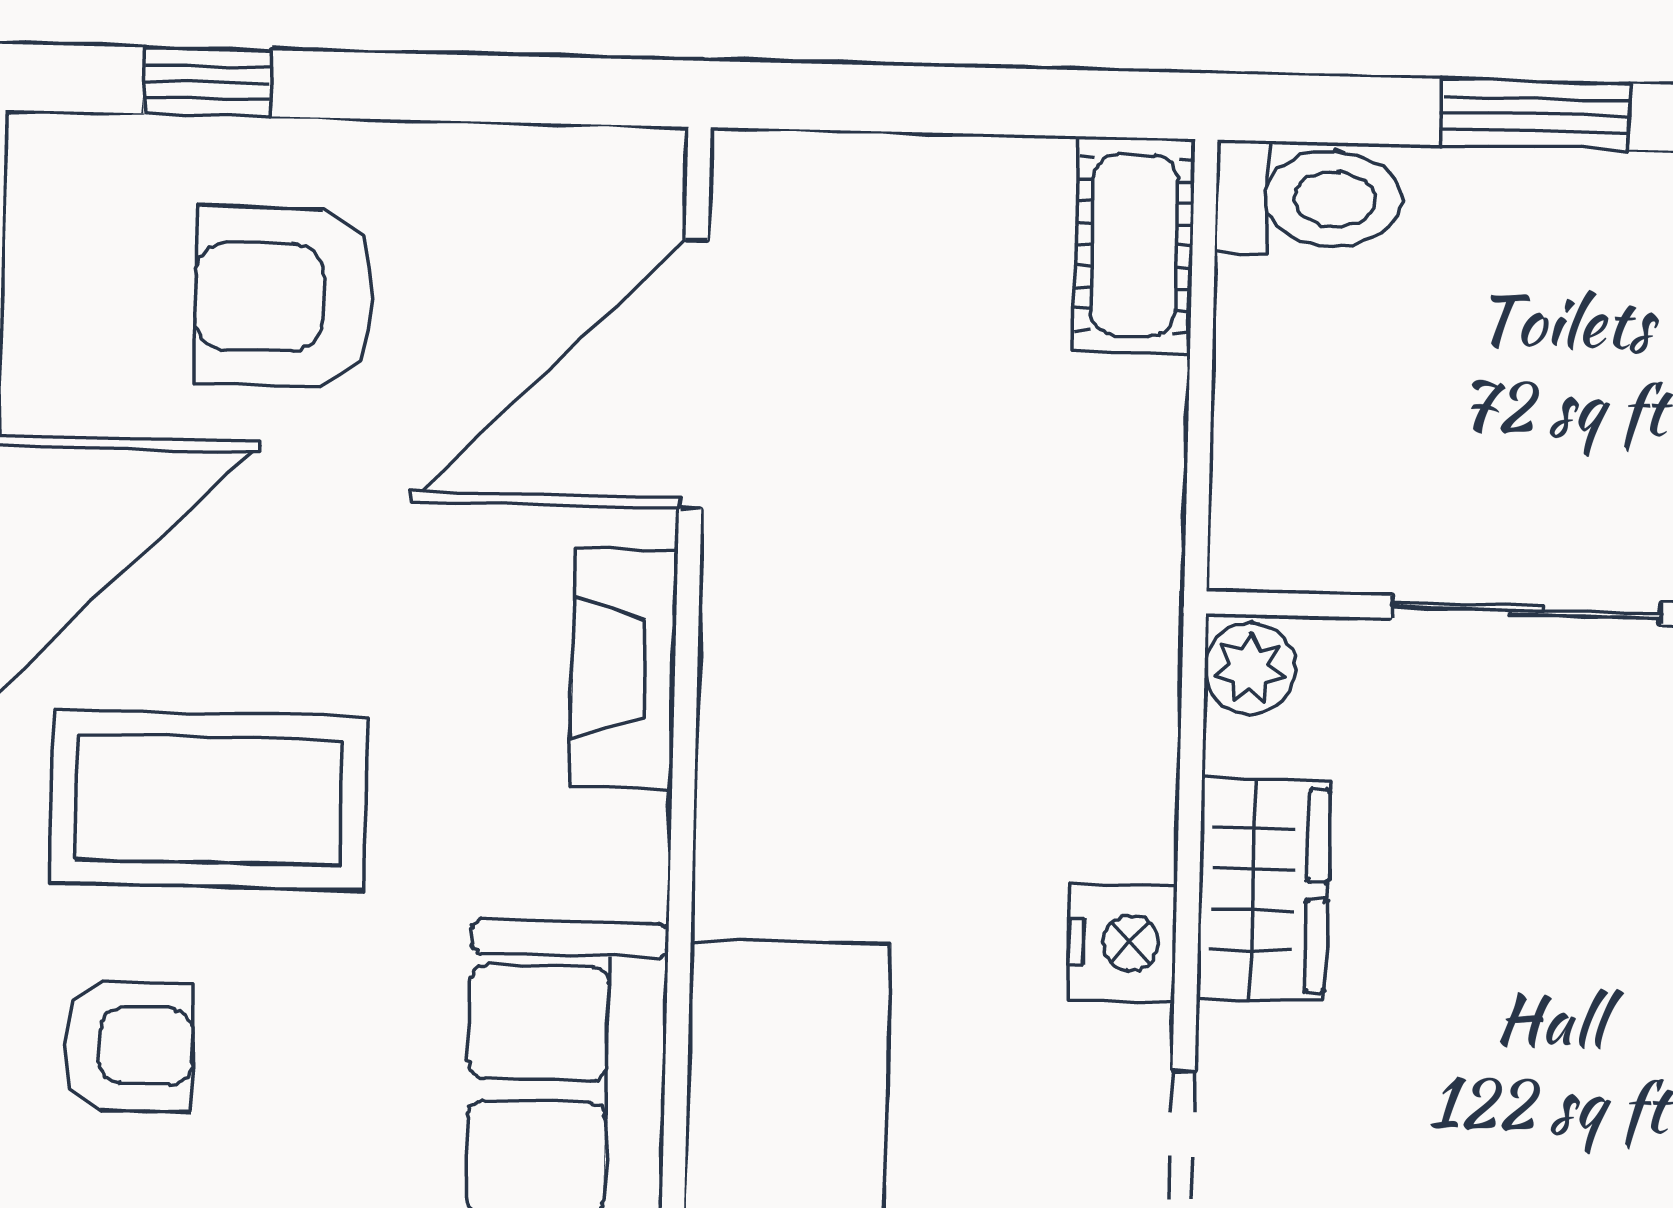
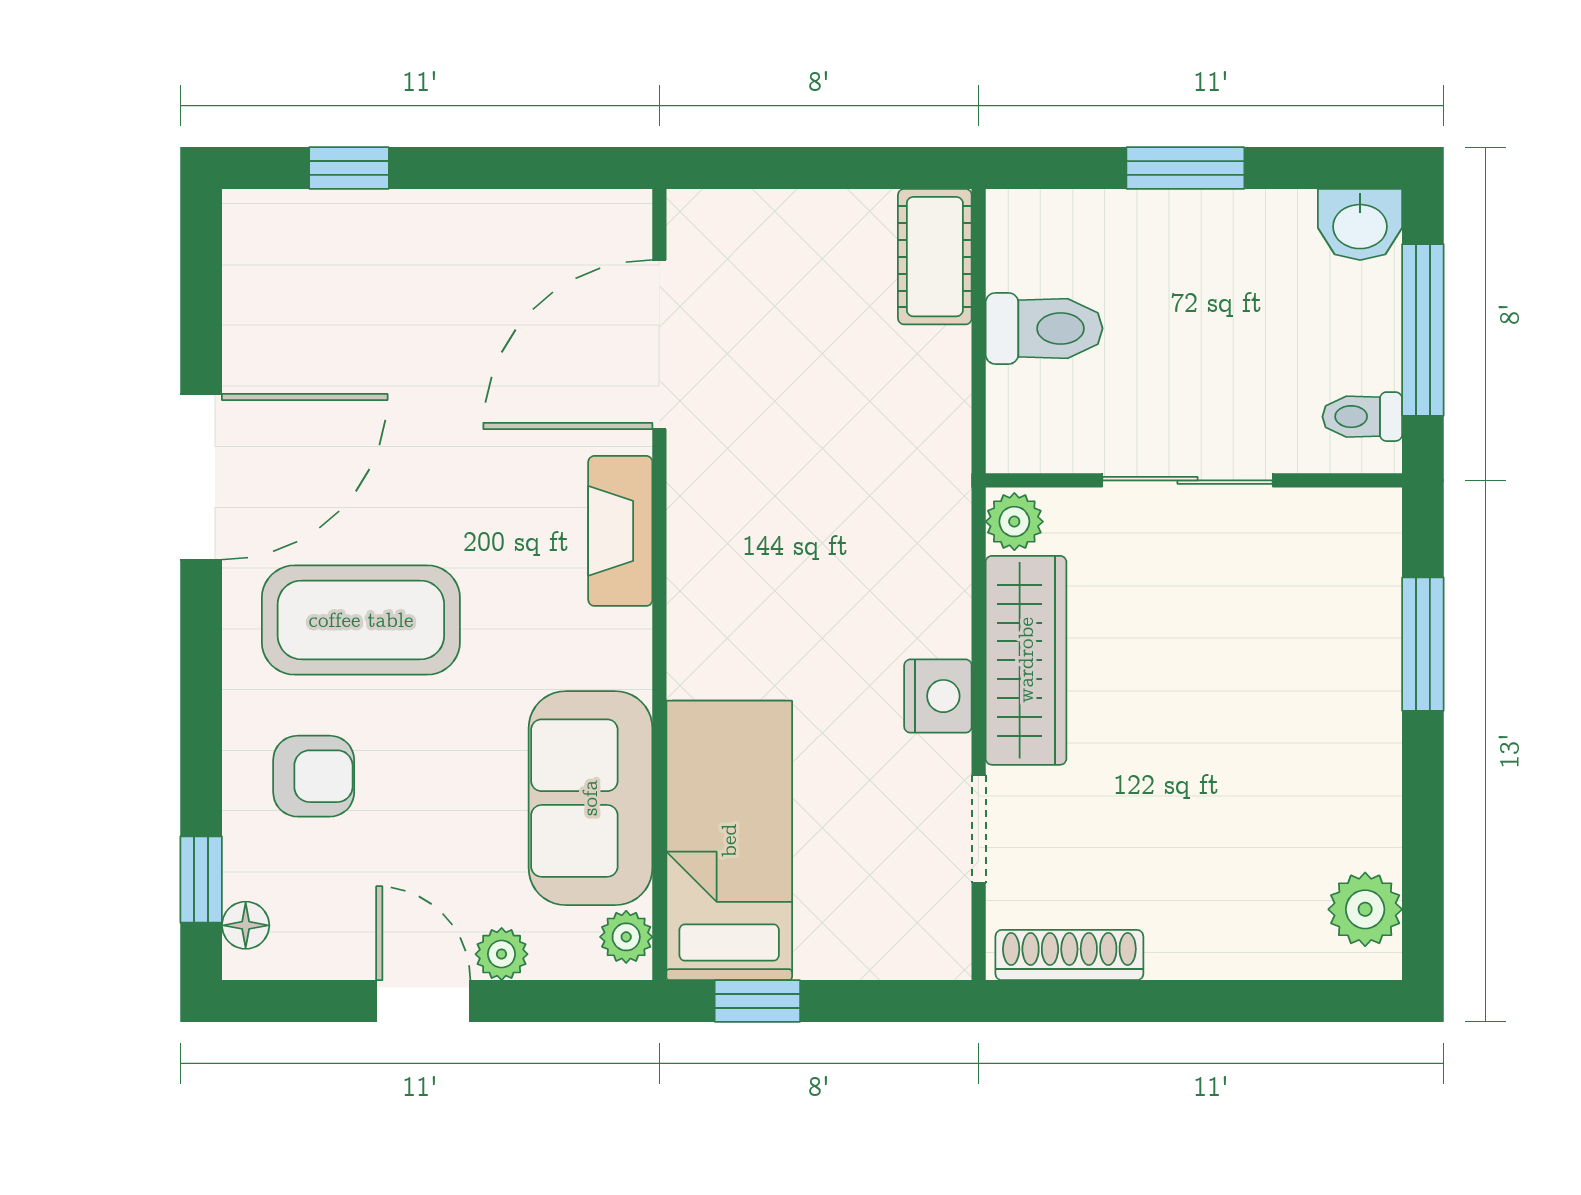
toilet: (1309, 198) -> (1044, 328), moved
armchair: (284, 297) -> (400, 302), removed
wardrobe: (1263, 890) -> (1026, 660), width x1.50

